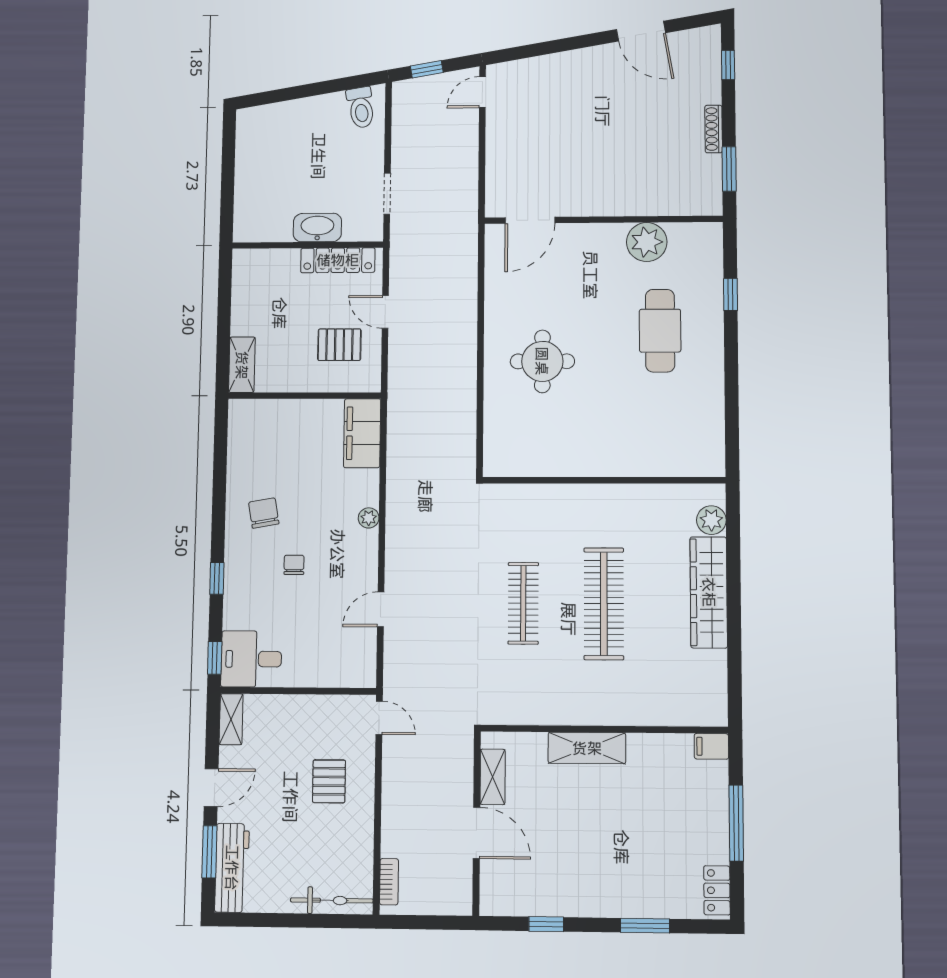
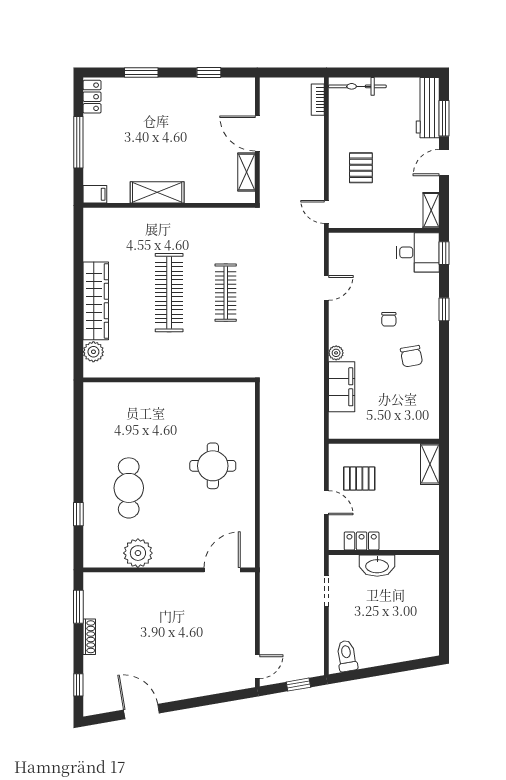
locker: (338, 260) -> (362, 541), width x0.66
filing cabinet: (362, 433) -> (342, 387), moved
shelving: (587, 748) -> (157, 192), moved

